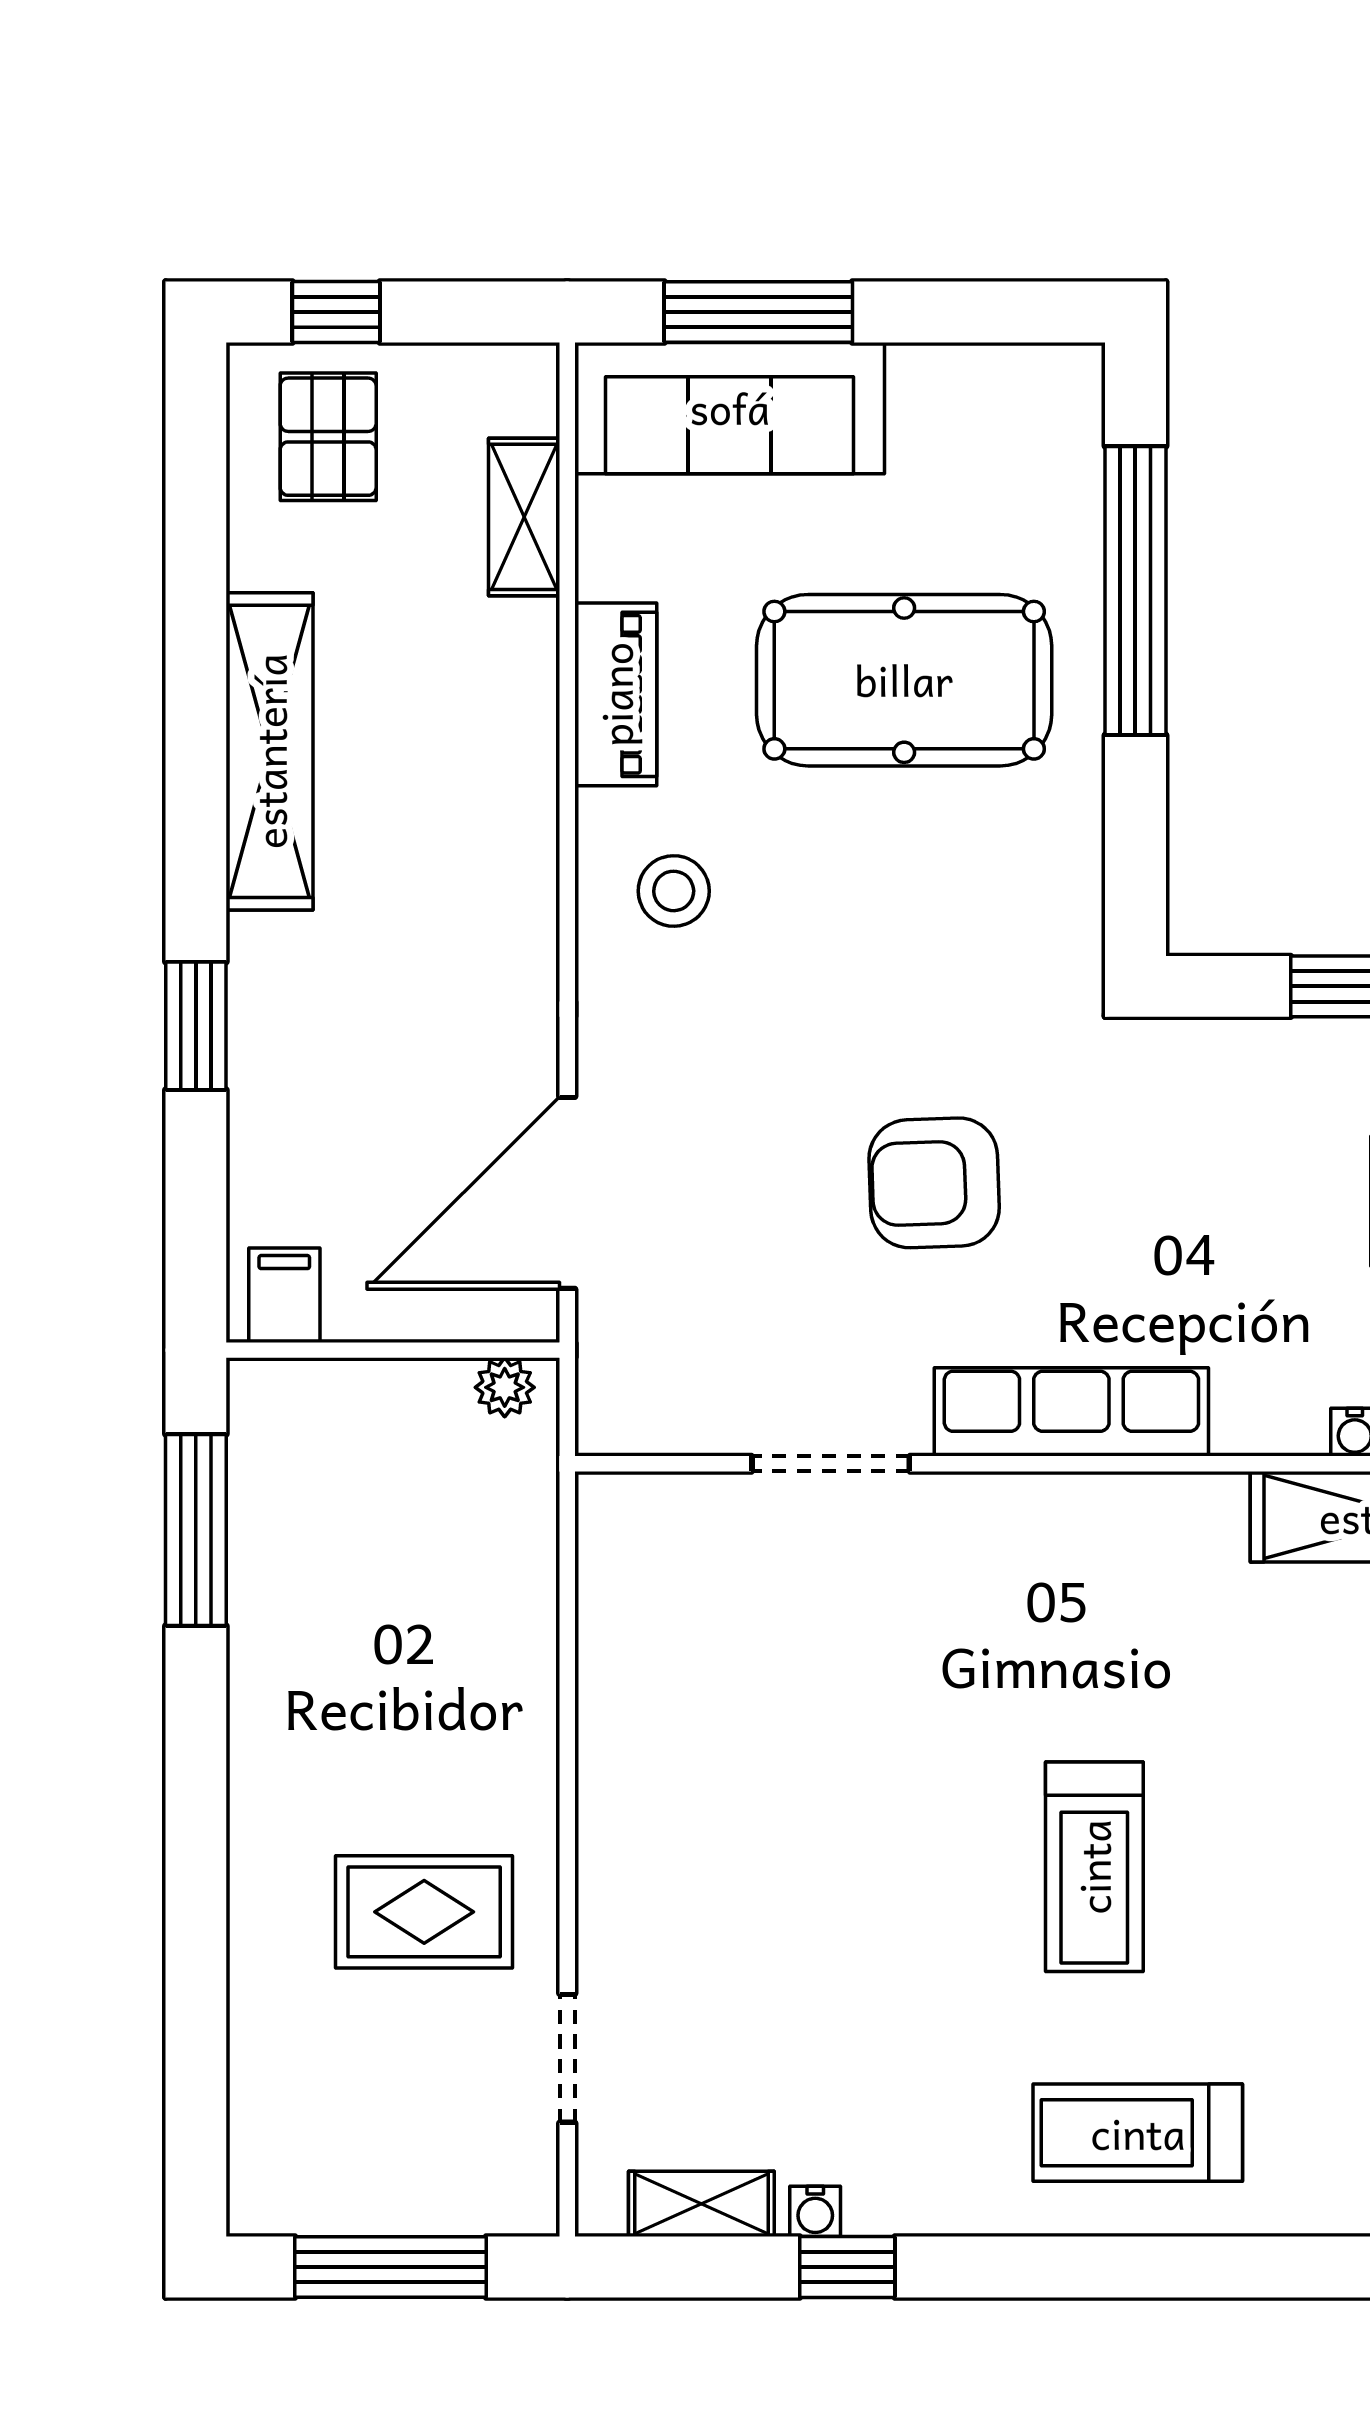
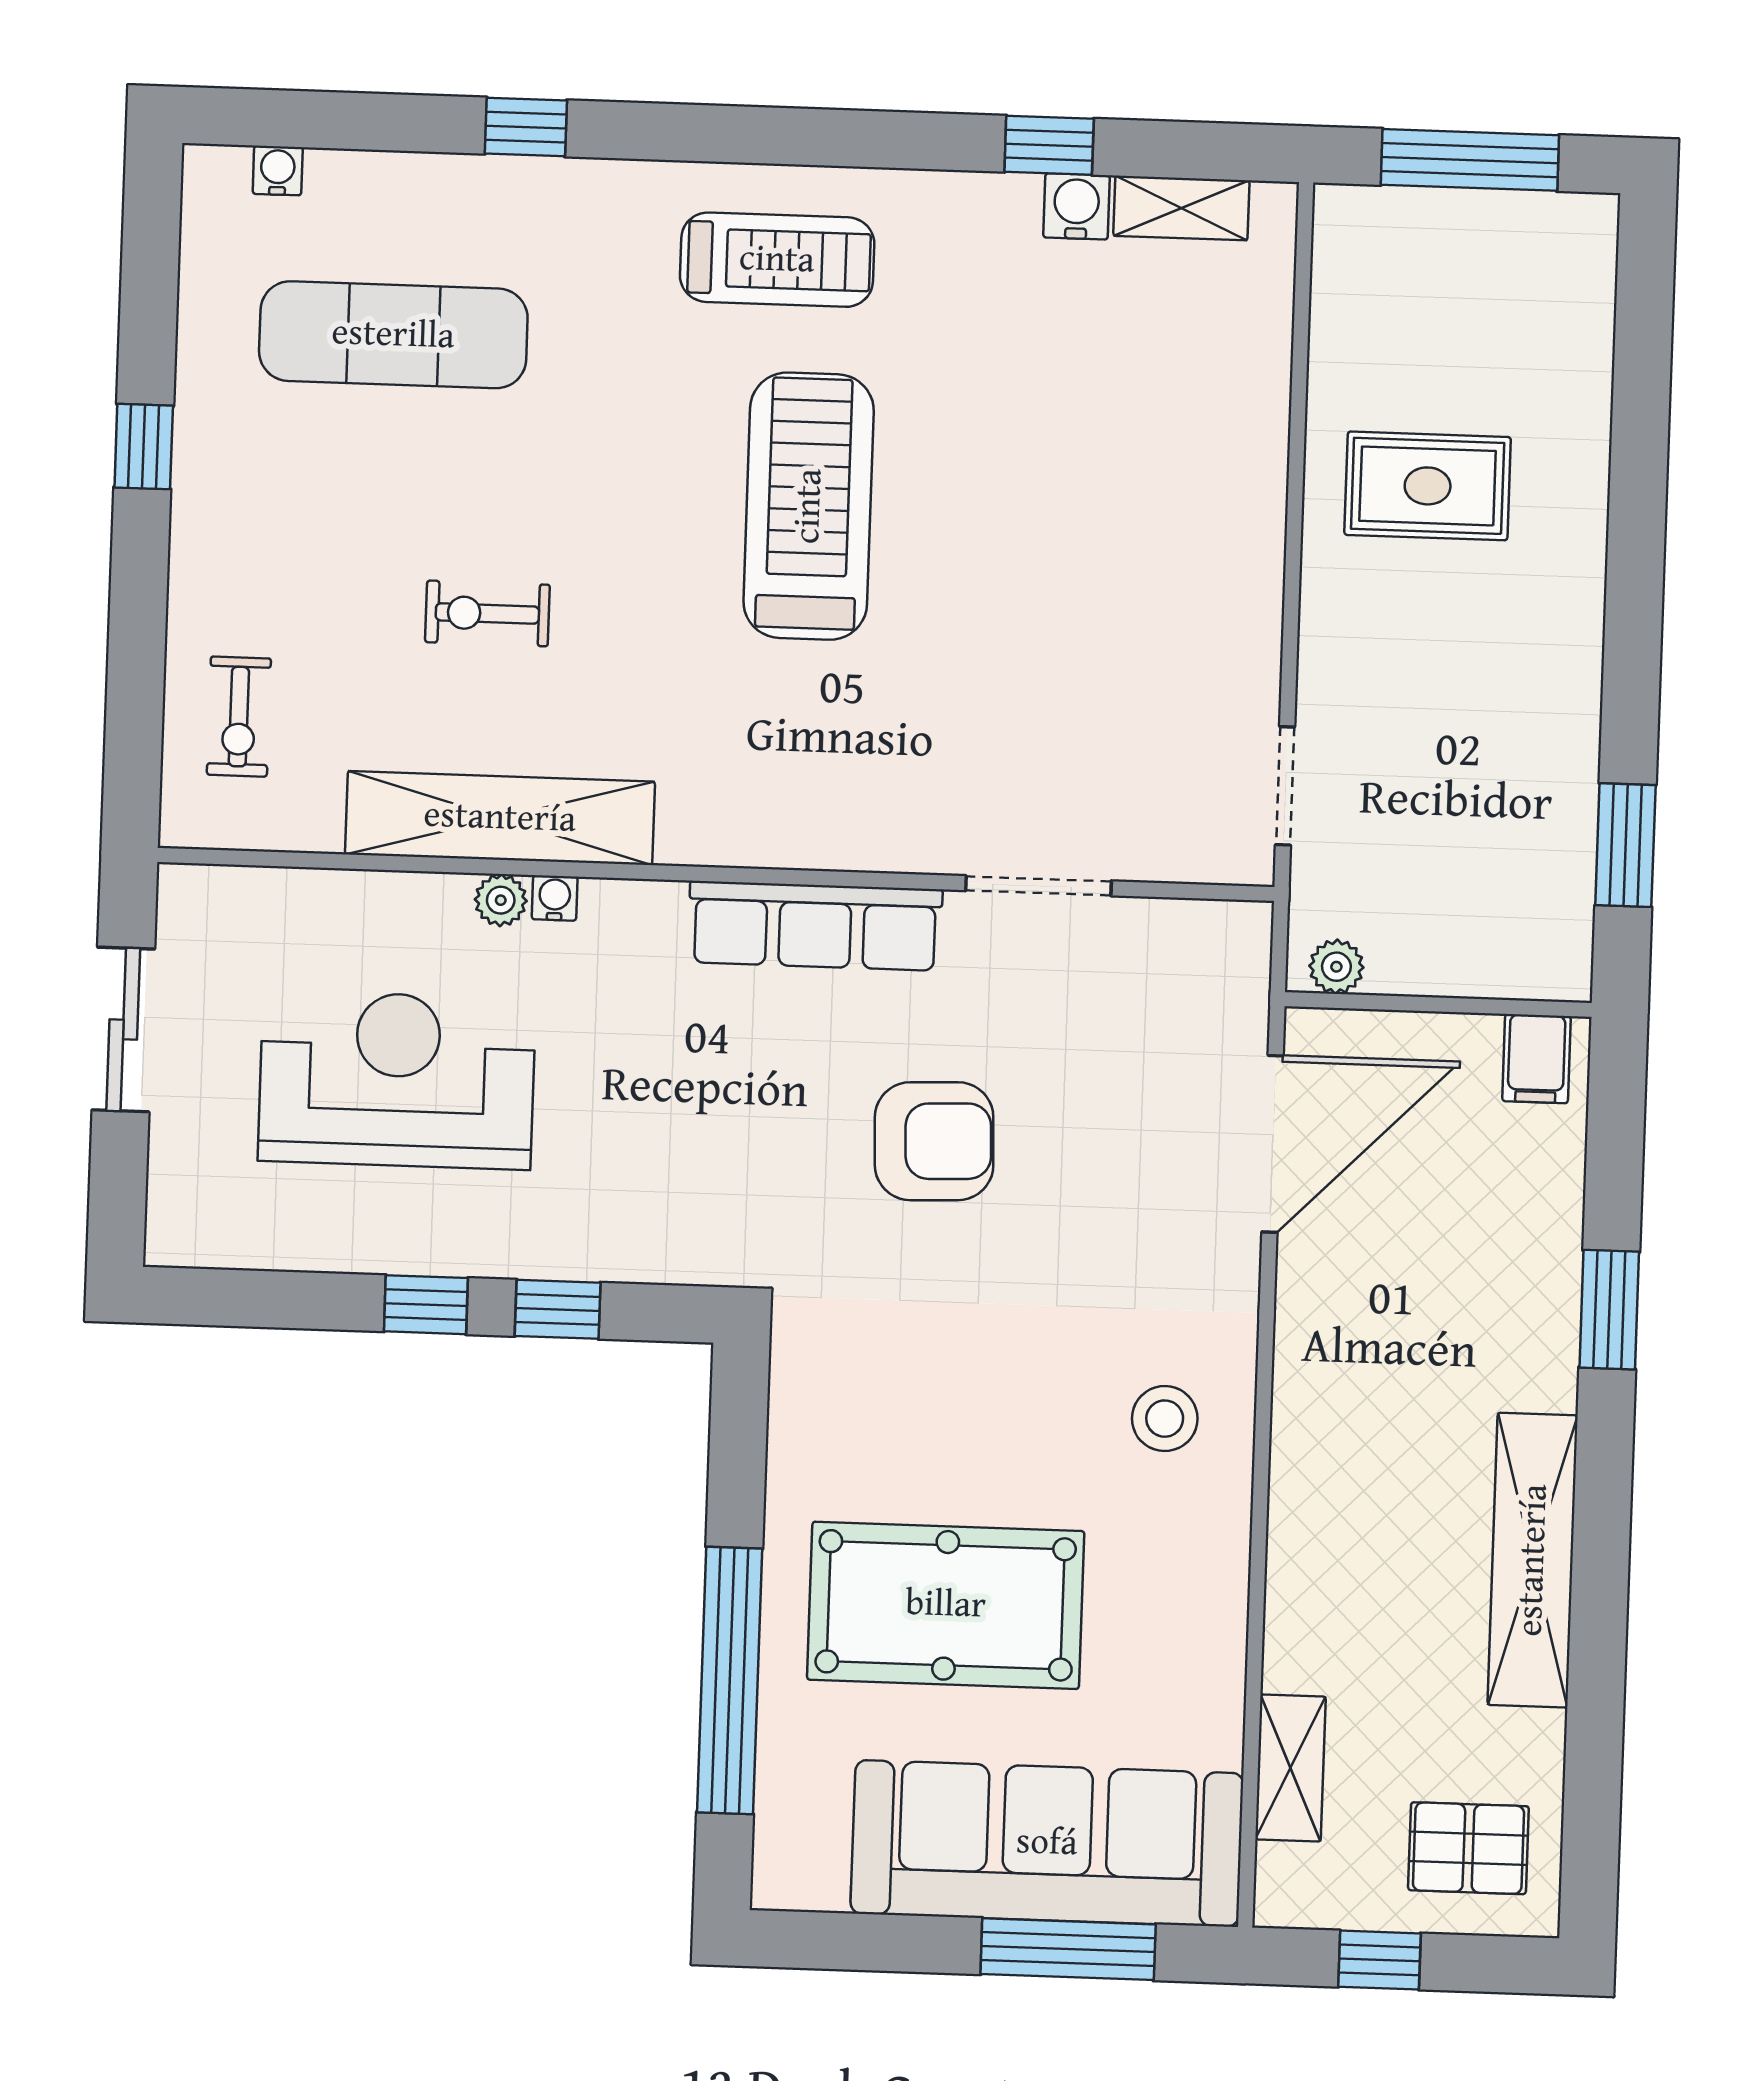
window: (336, 312) -> (1380, 1960), moved
sofa: (730, 408) -> (1047, 1843), width x1.36, depth x1.27
pallet: (328, 437) -> (1468, 1848), turned 90
piano: (616, 694) -> (1212, 1602), removed
window: (196, 1530) -> (1625, 845), width x0.69
treadmill: (1094, 1867) -> (809, 506), width x1.37, depth x1.38
doorway: (567, 2058) -> (1285, 786), moved
water cooler: (815, 2211) -> (1077, 206), width x1.38, depth x1.38

